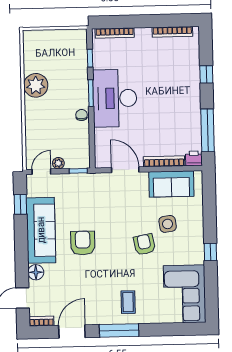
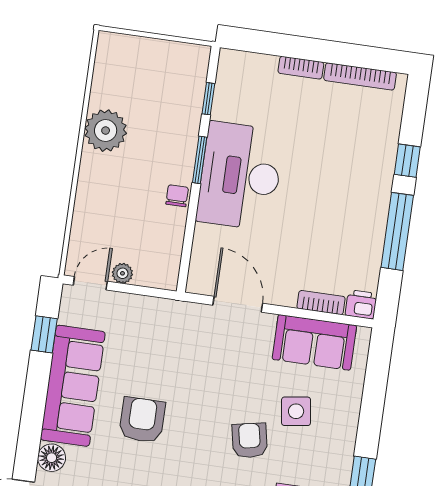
bookcase: (115, 33) -> (301, 68), moved, width x0.64
window: (208, 130) -> (397, 231), moved
bookcase: (164, 161) -> (321, 303), width x0.64
window: (78, 171) -> (155, 293), removed

